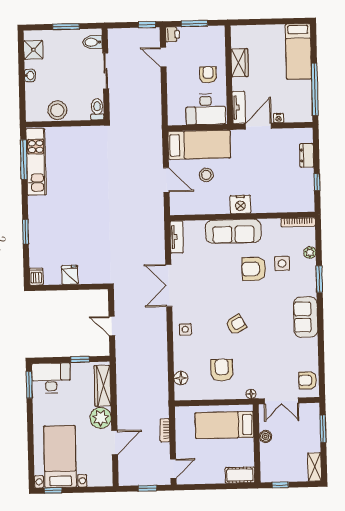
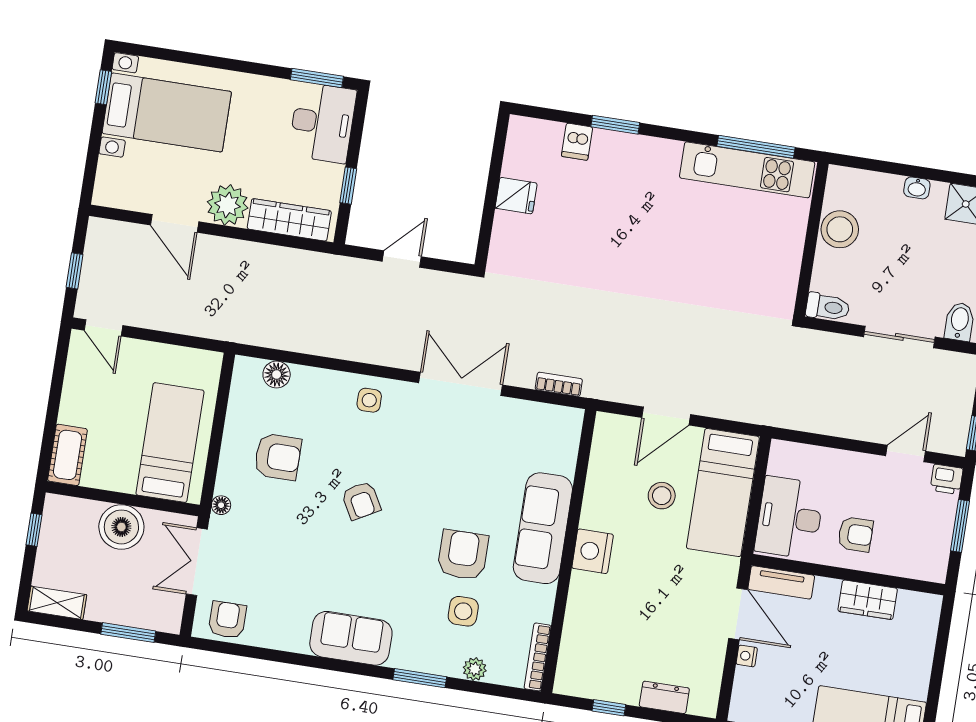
tv unit: (177, 237) -> (552, 416), removed
dishwasher: (36, 277) -> (577, 142), moved, turned 90
bookcase: (165, 430) -> (559, 384), moved
boiler: (266, 436) -> (121, 527), width x1.86, depth x1.86

